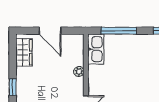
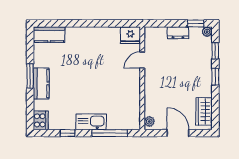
kitchen sink: (96, 49) -> (91, 122), moved, turned 90
plant: (79, 71) -> (149, 121), moved

